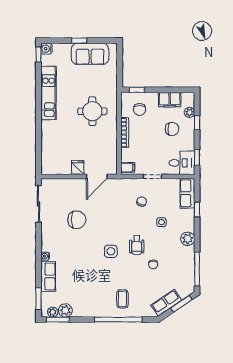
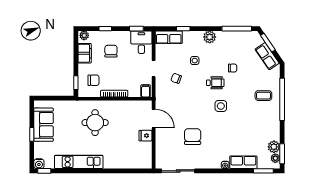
plant: (189, 112) -> (84, 35), moved

